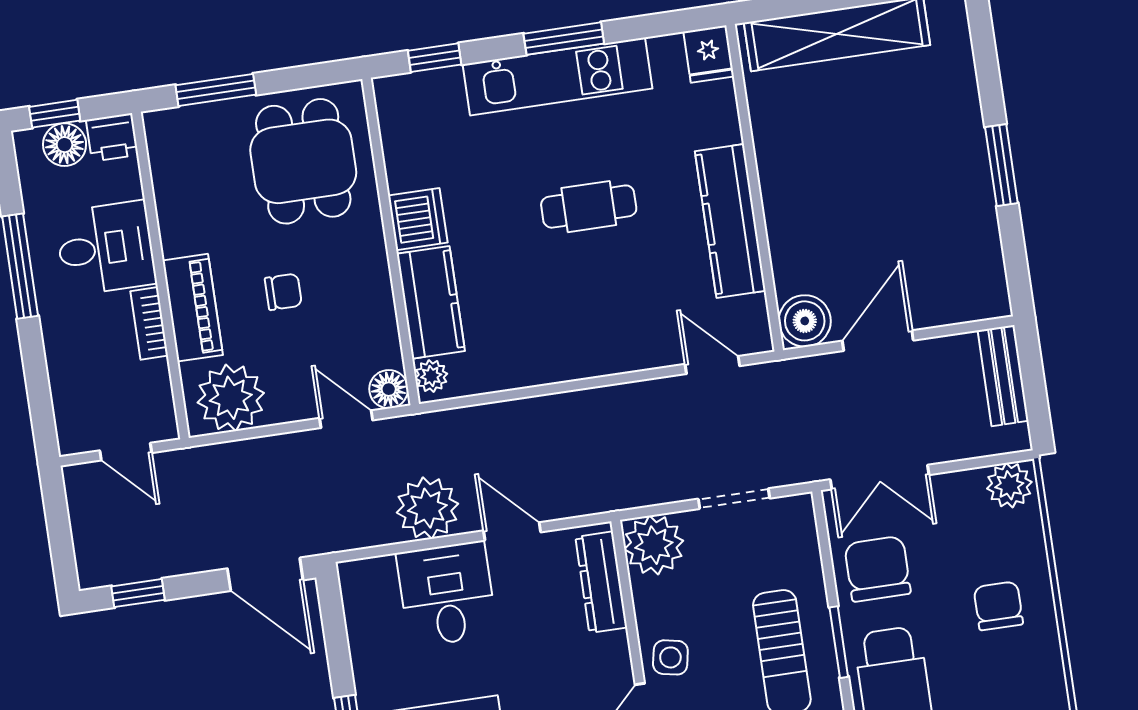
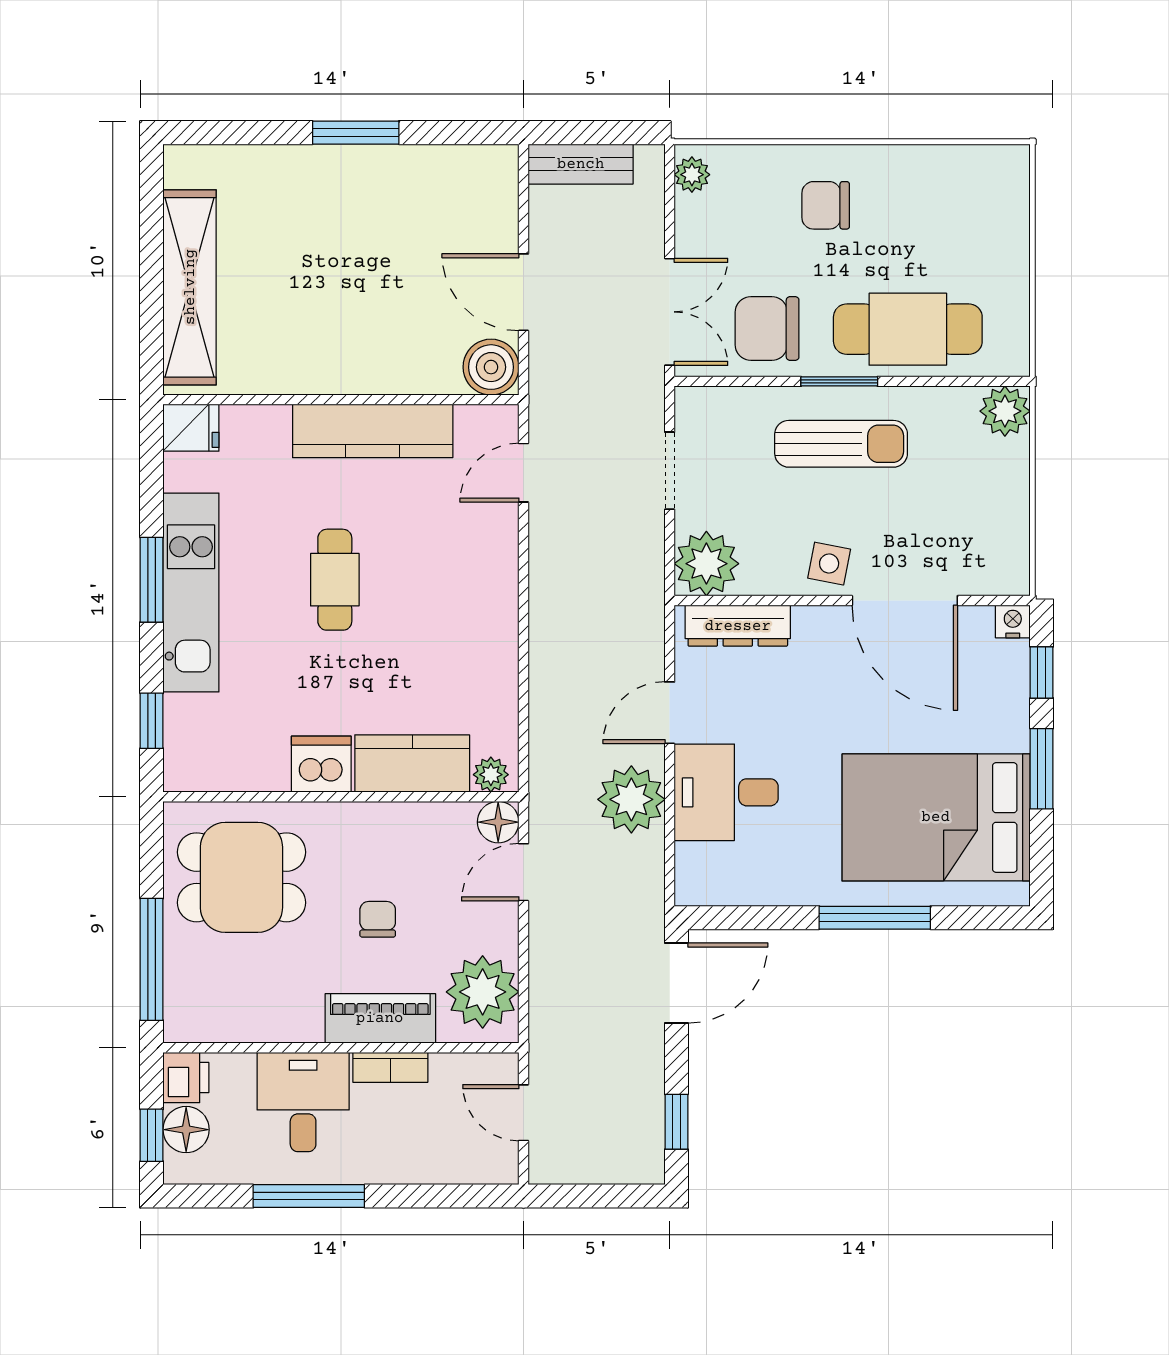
window: (216, 90) -> (152, 959), width x1.44
door: (126, 452) -> (524, 1113), swing flipped
plant: (1009, 485) -> (692, 175), width x0.73, depth x0.73

